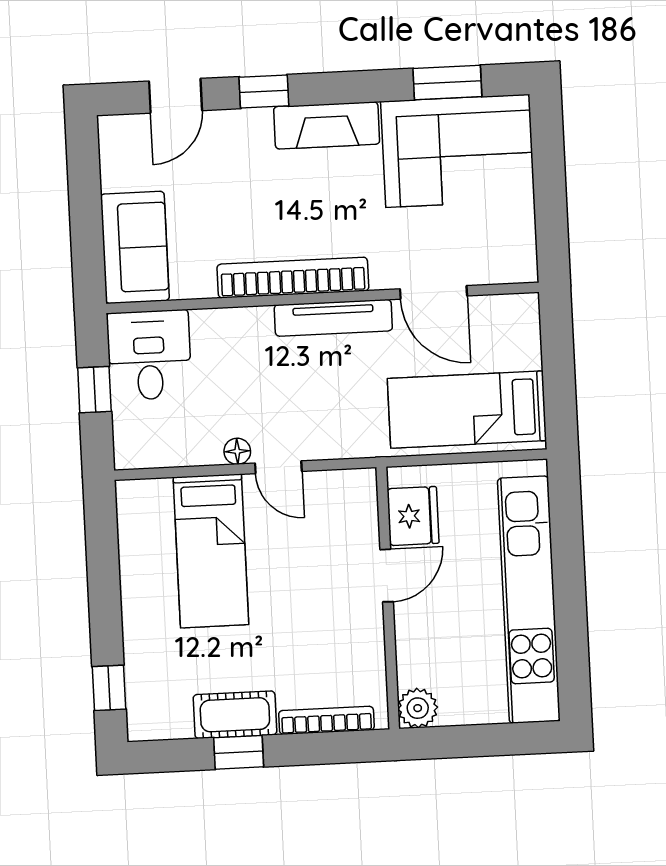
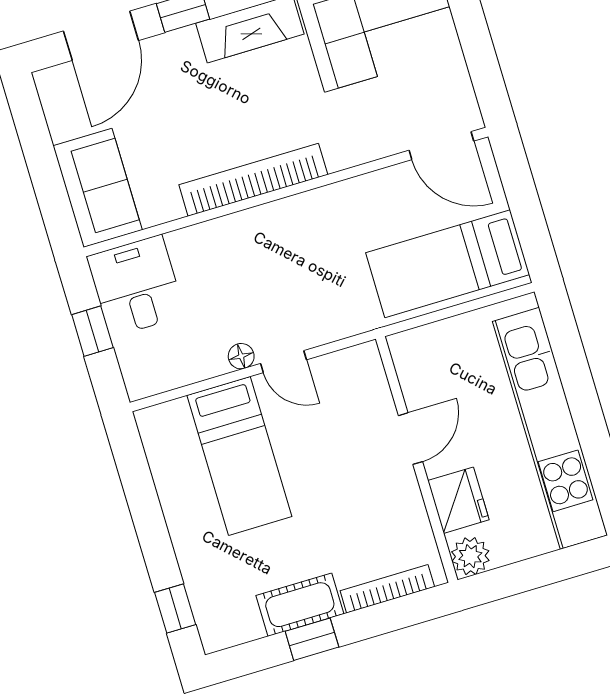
door: (176, 96) -> (101, 36), width x1.38
door: (434, 292) -> (441, 146), moved
tv unit: (333, 318) -> (301, 208), removed
fridge: (413, 516) -> (458, 500), moved

